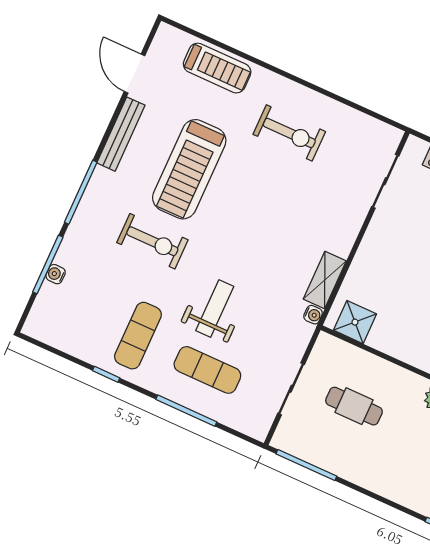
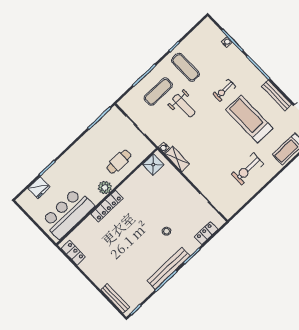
exercise bike: (152, 241) -> (224, 90), width x0.73, depth x0.72
cafe table: (354, 406) -> (119, 162), moved

